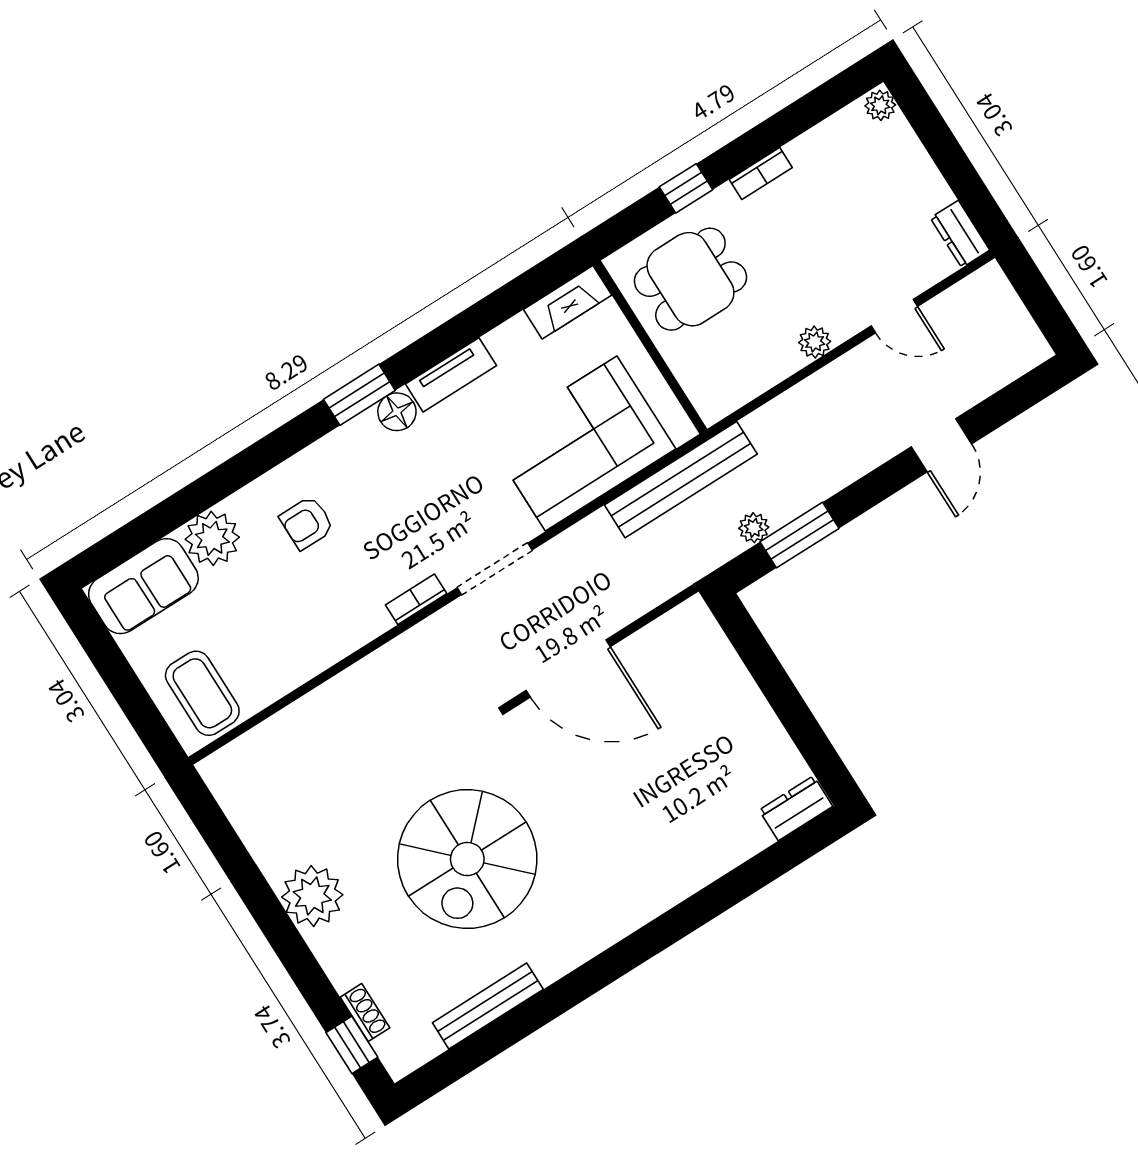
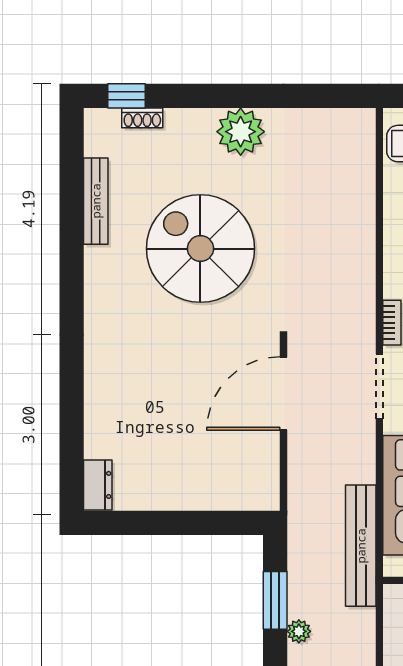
plant: (754, 528) -> (299, 631), moved

